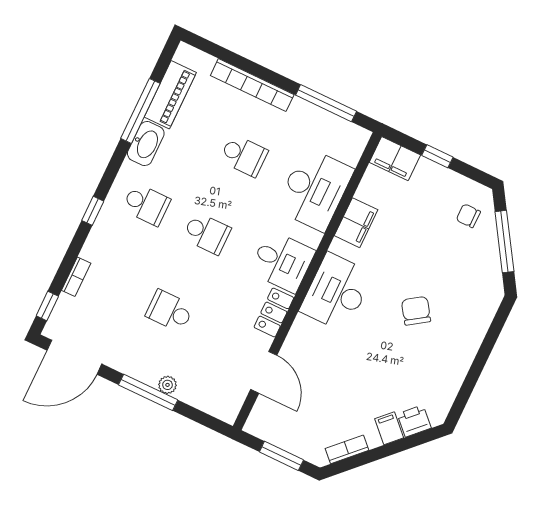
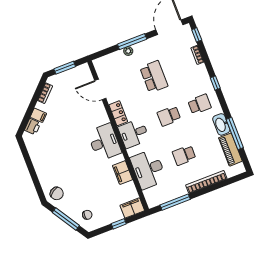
school desk: (146, 204) -> (199, 104), turned 180
school desk: (170, 311) -> (154, 77), width x1.85
chair: (416, 311) -> (57, 193), moved

